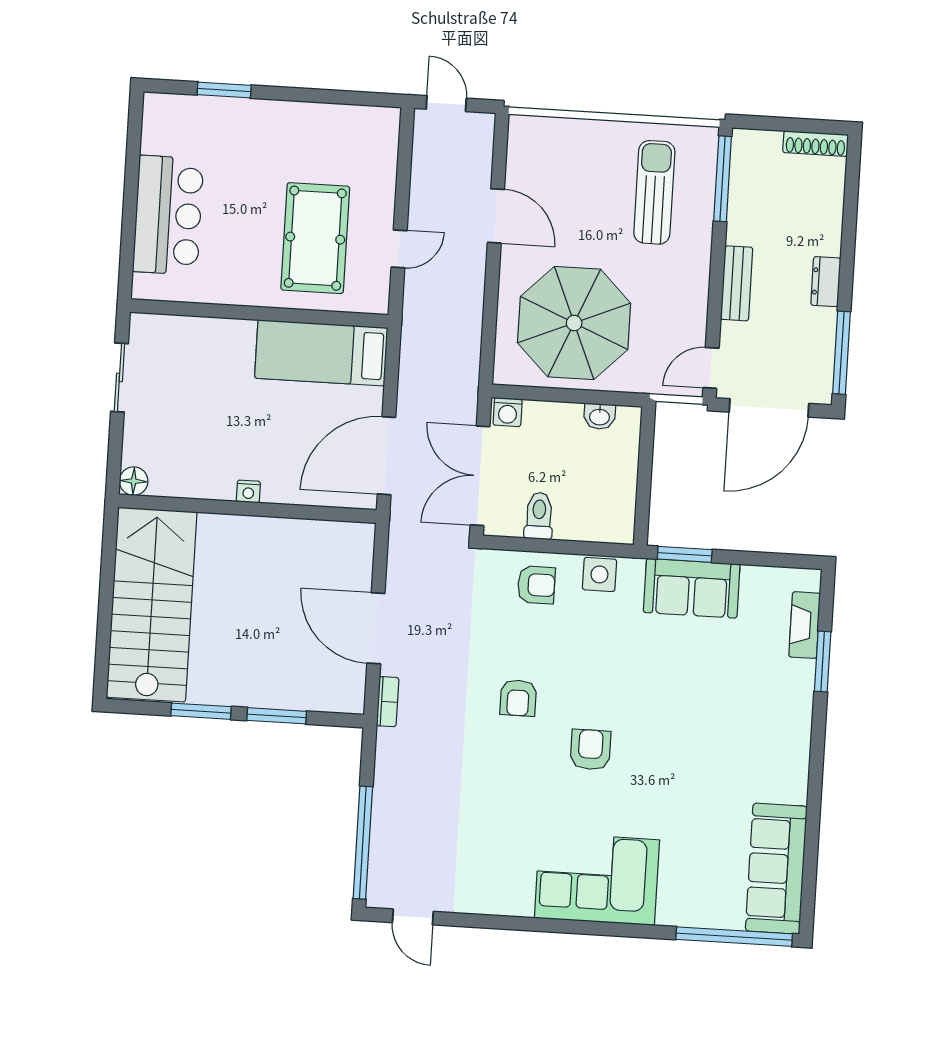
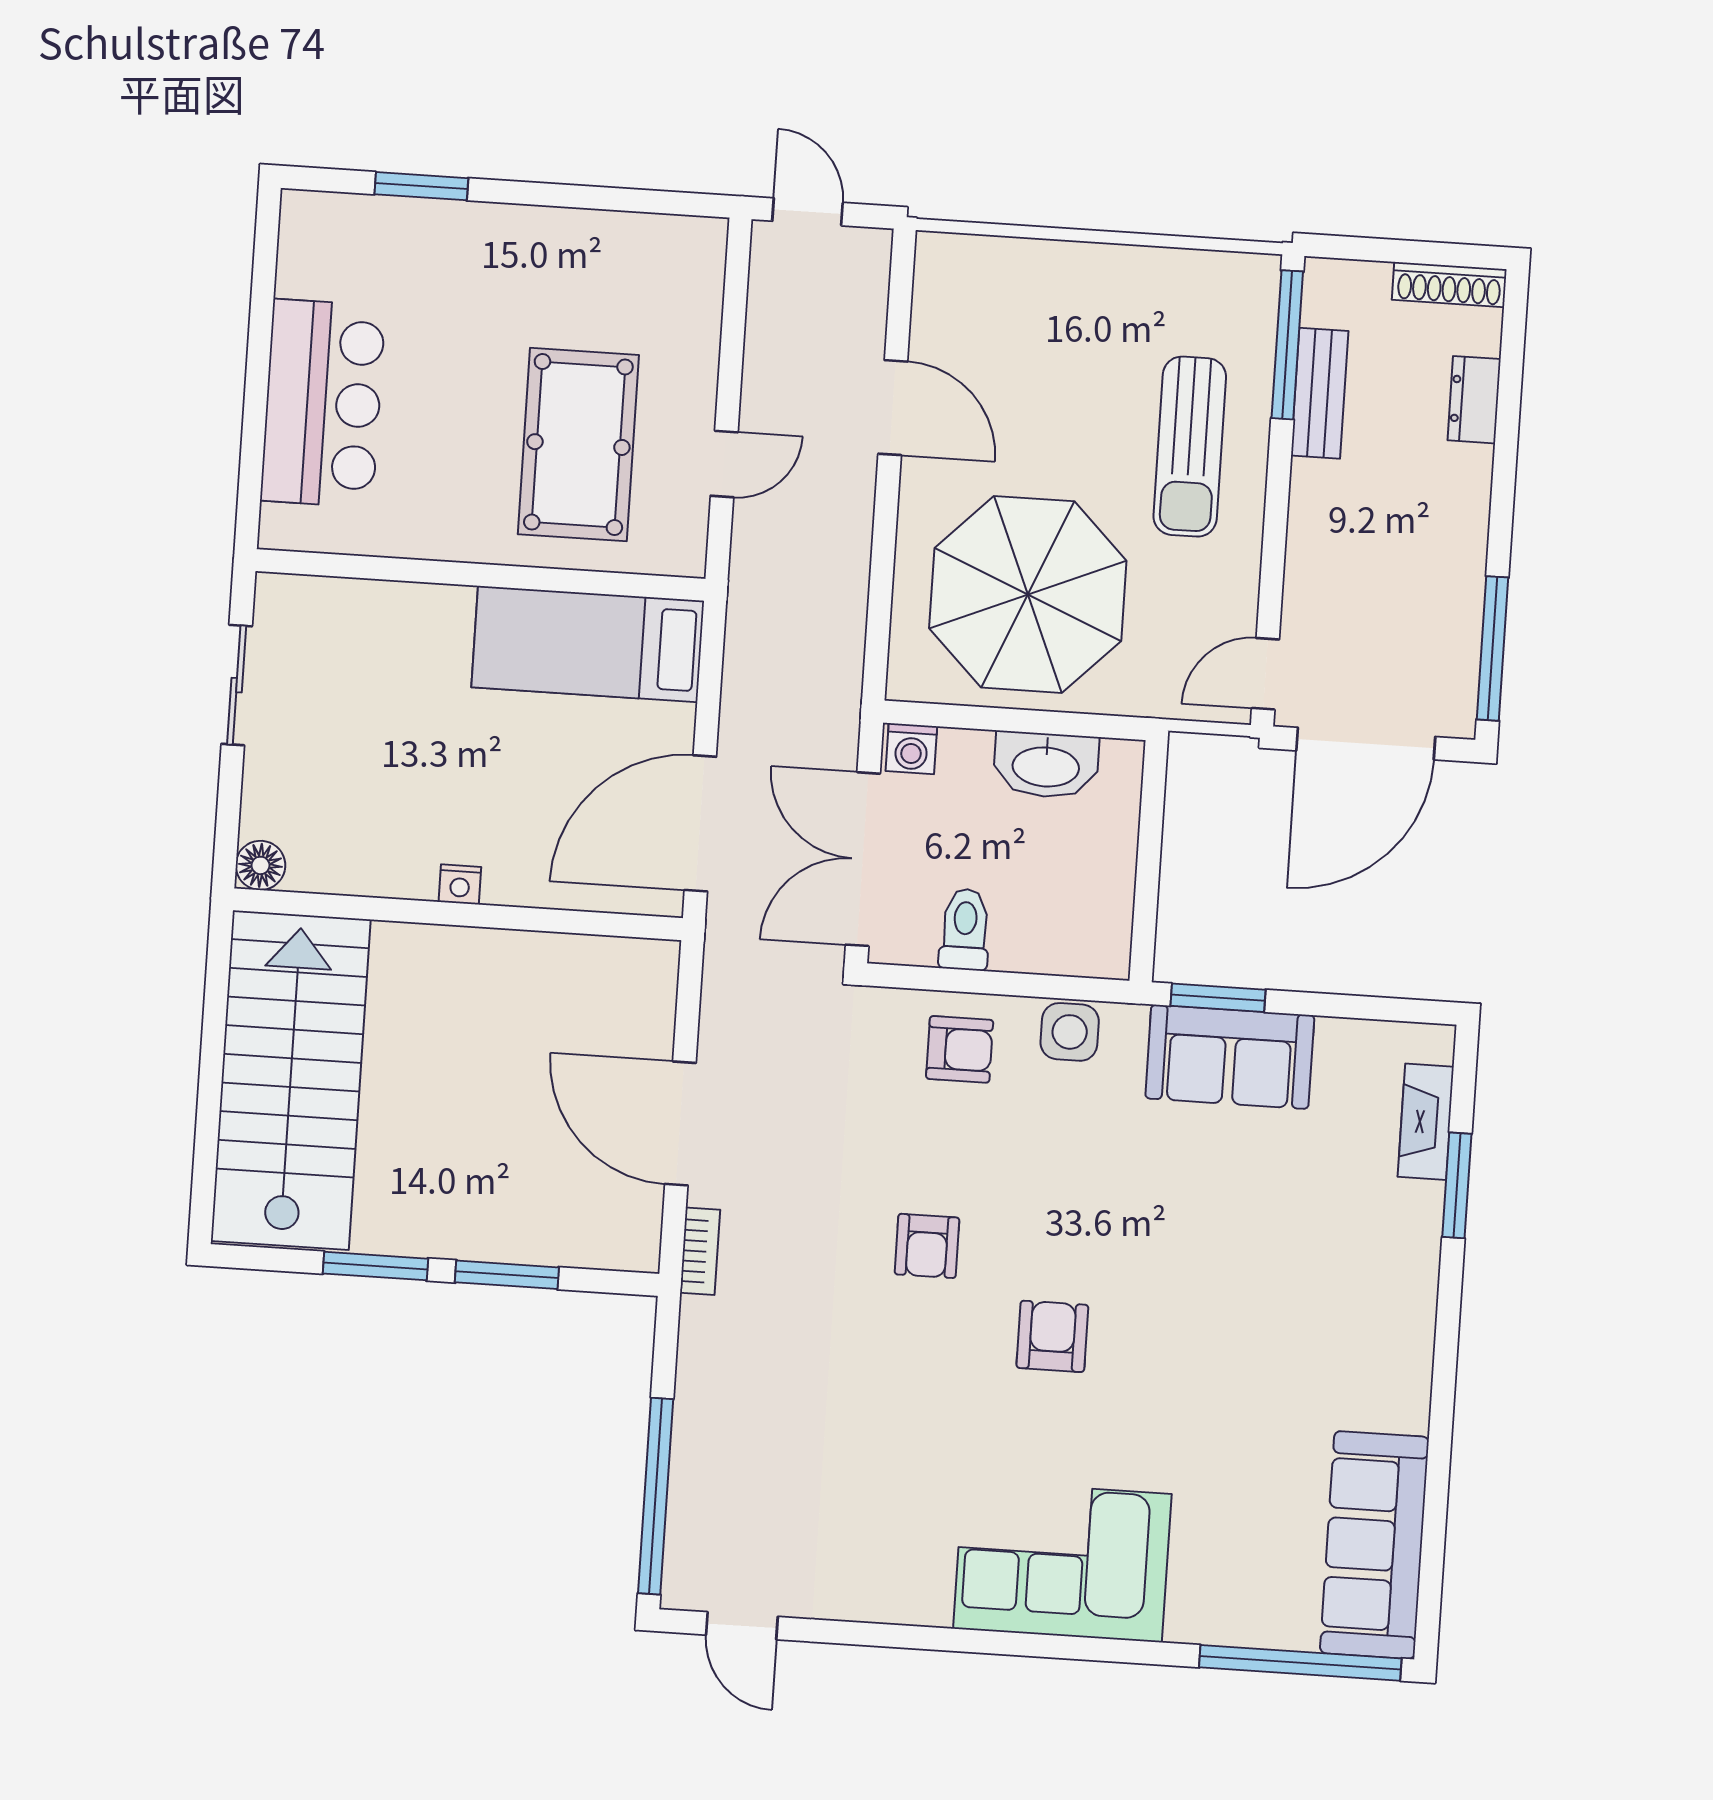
sun lounger: (654, 192) -> (1190, 447), moved, turned 180
dresser: (826, 282) -> (1474, 400), moved
bench: (737, 283) -> (1320, 393), moved
washbasin: (600, 416) -> (1046, 765), width x1.91, depth x1.45

